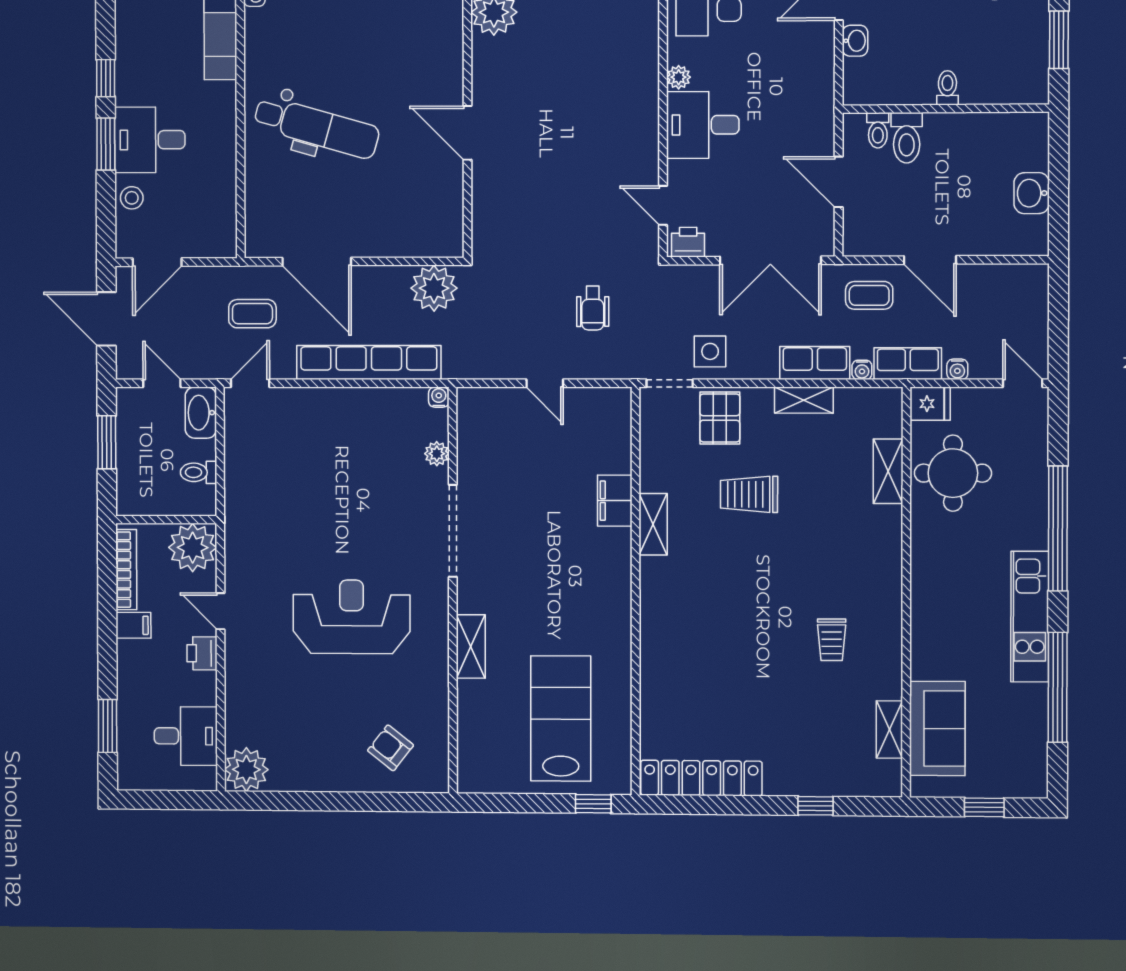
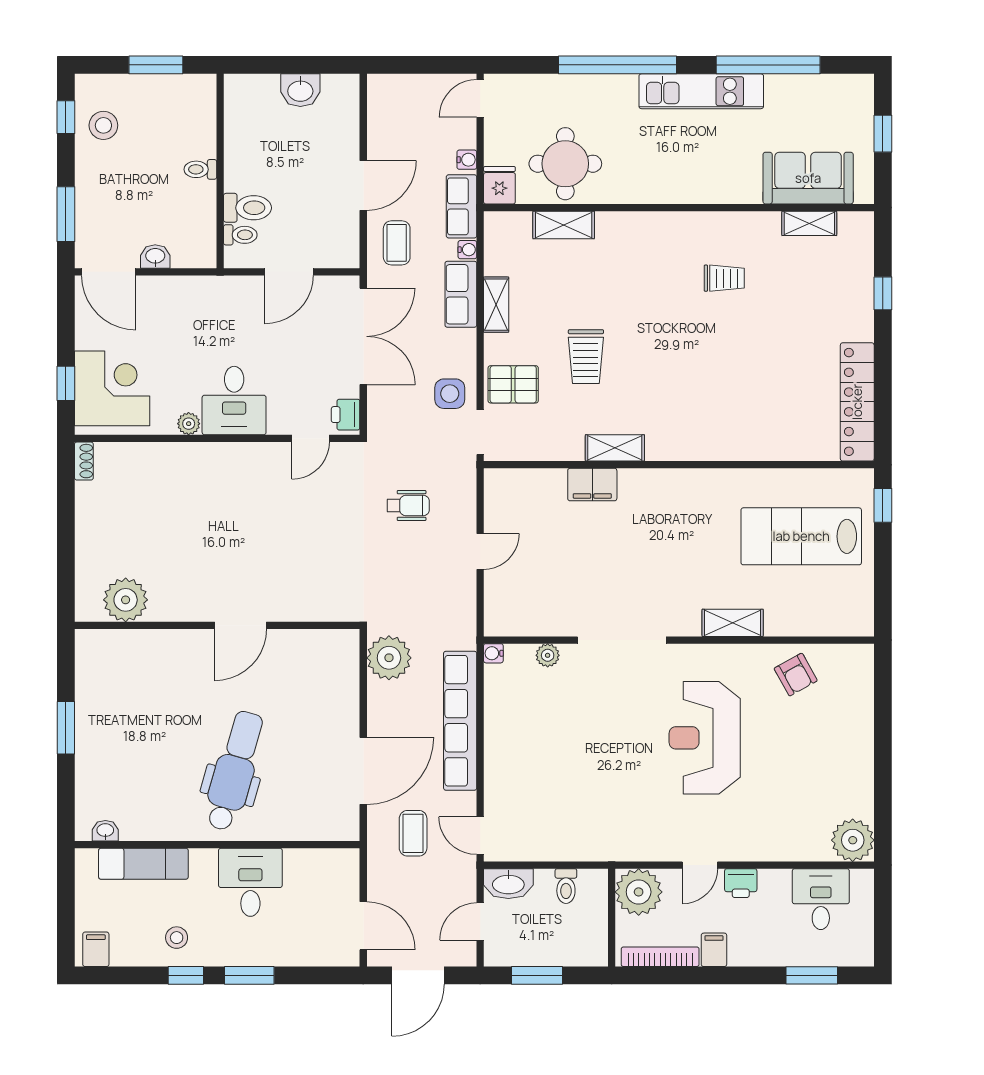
desk: (150, 140) -> (250, 882), moved, turned 180
stool: (132, 198) -> (177, 938), moved
armchair: (391, 748) -> (796, 675), moved, turned -67

